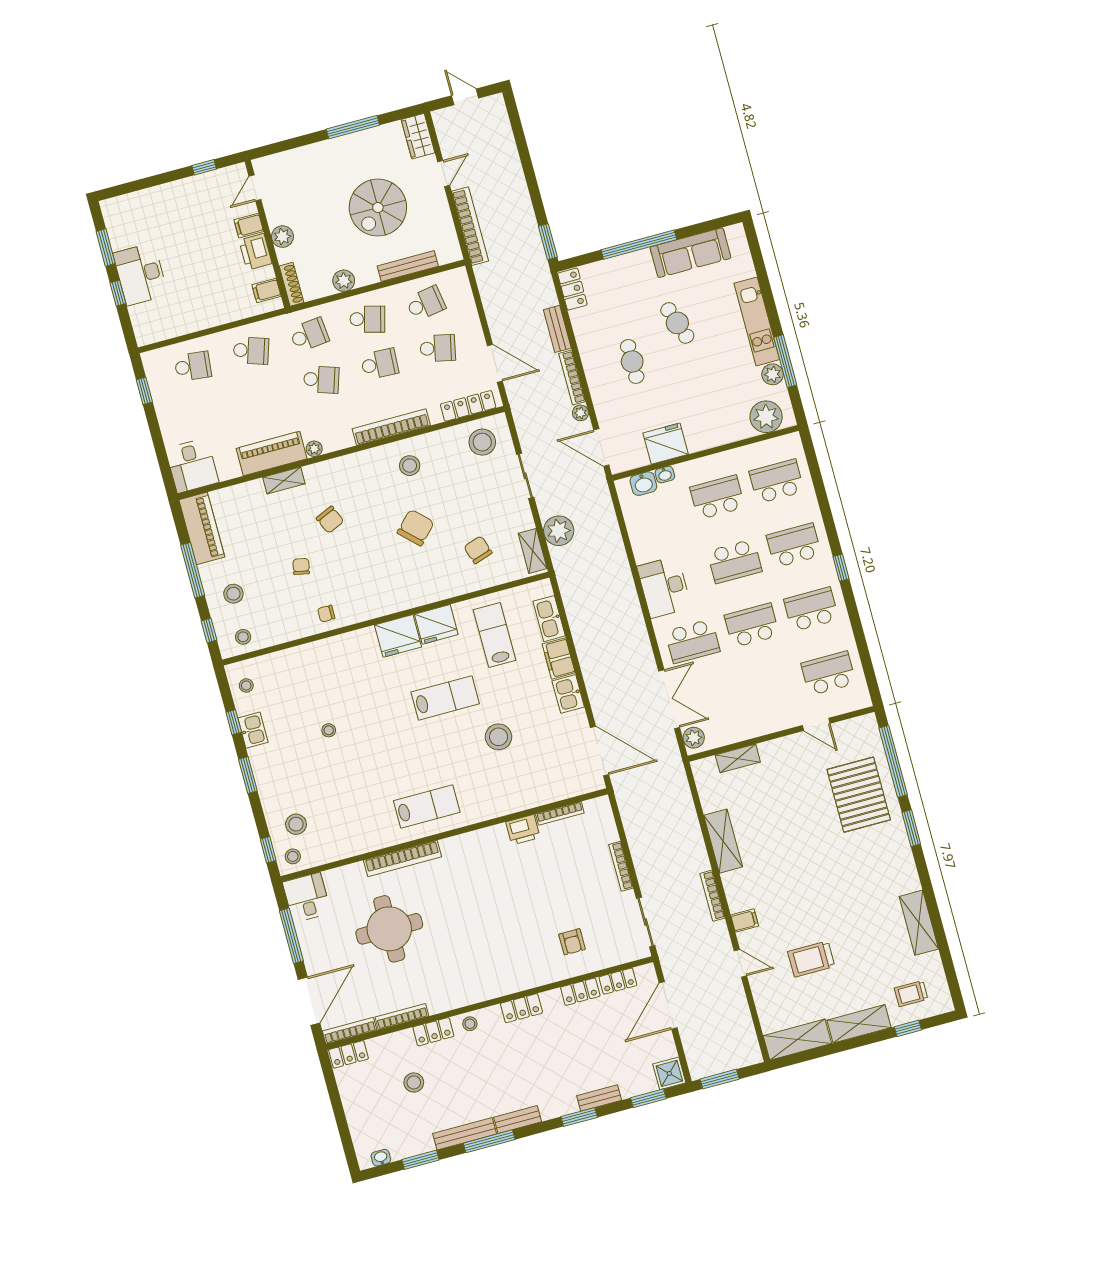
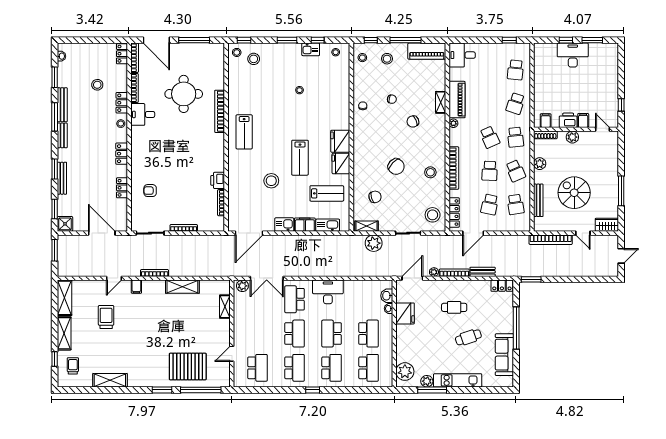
school desk: (367, 319) -> (515, 171), turned -39
school desk: (321, 380) -> (490, 137), turned -42
desk: (307, 898) -> (143, 114), moved, turned 180
locker: (618, 981) -> (122, 210), removed
bench: (599, 1098) -> (62, 178), width x1.36

